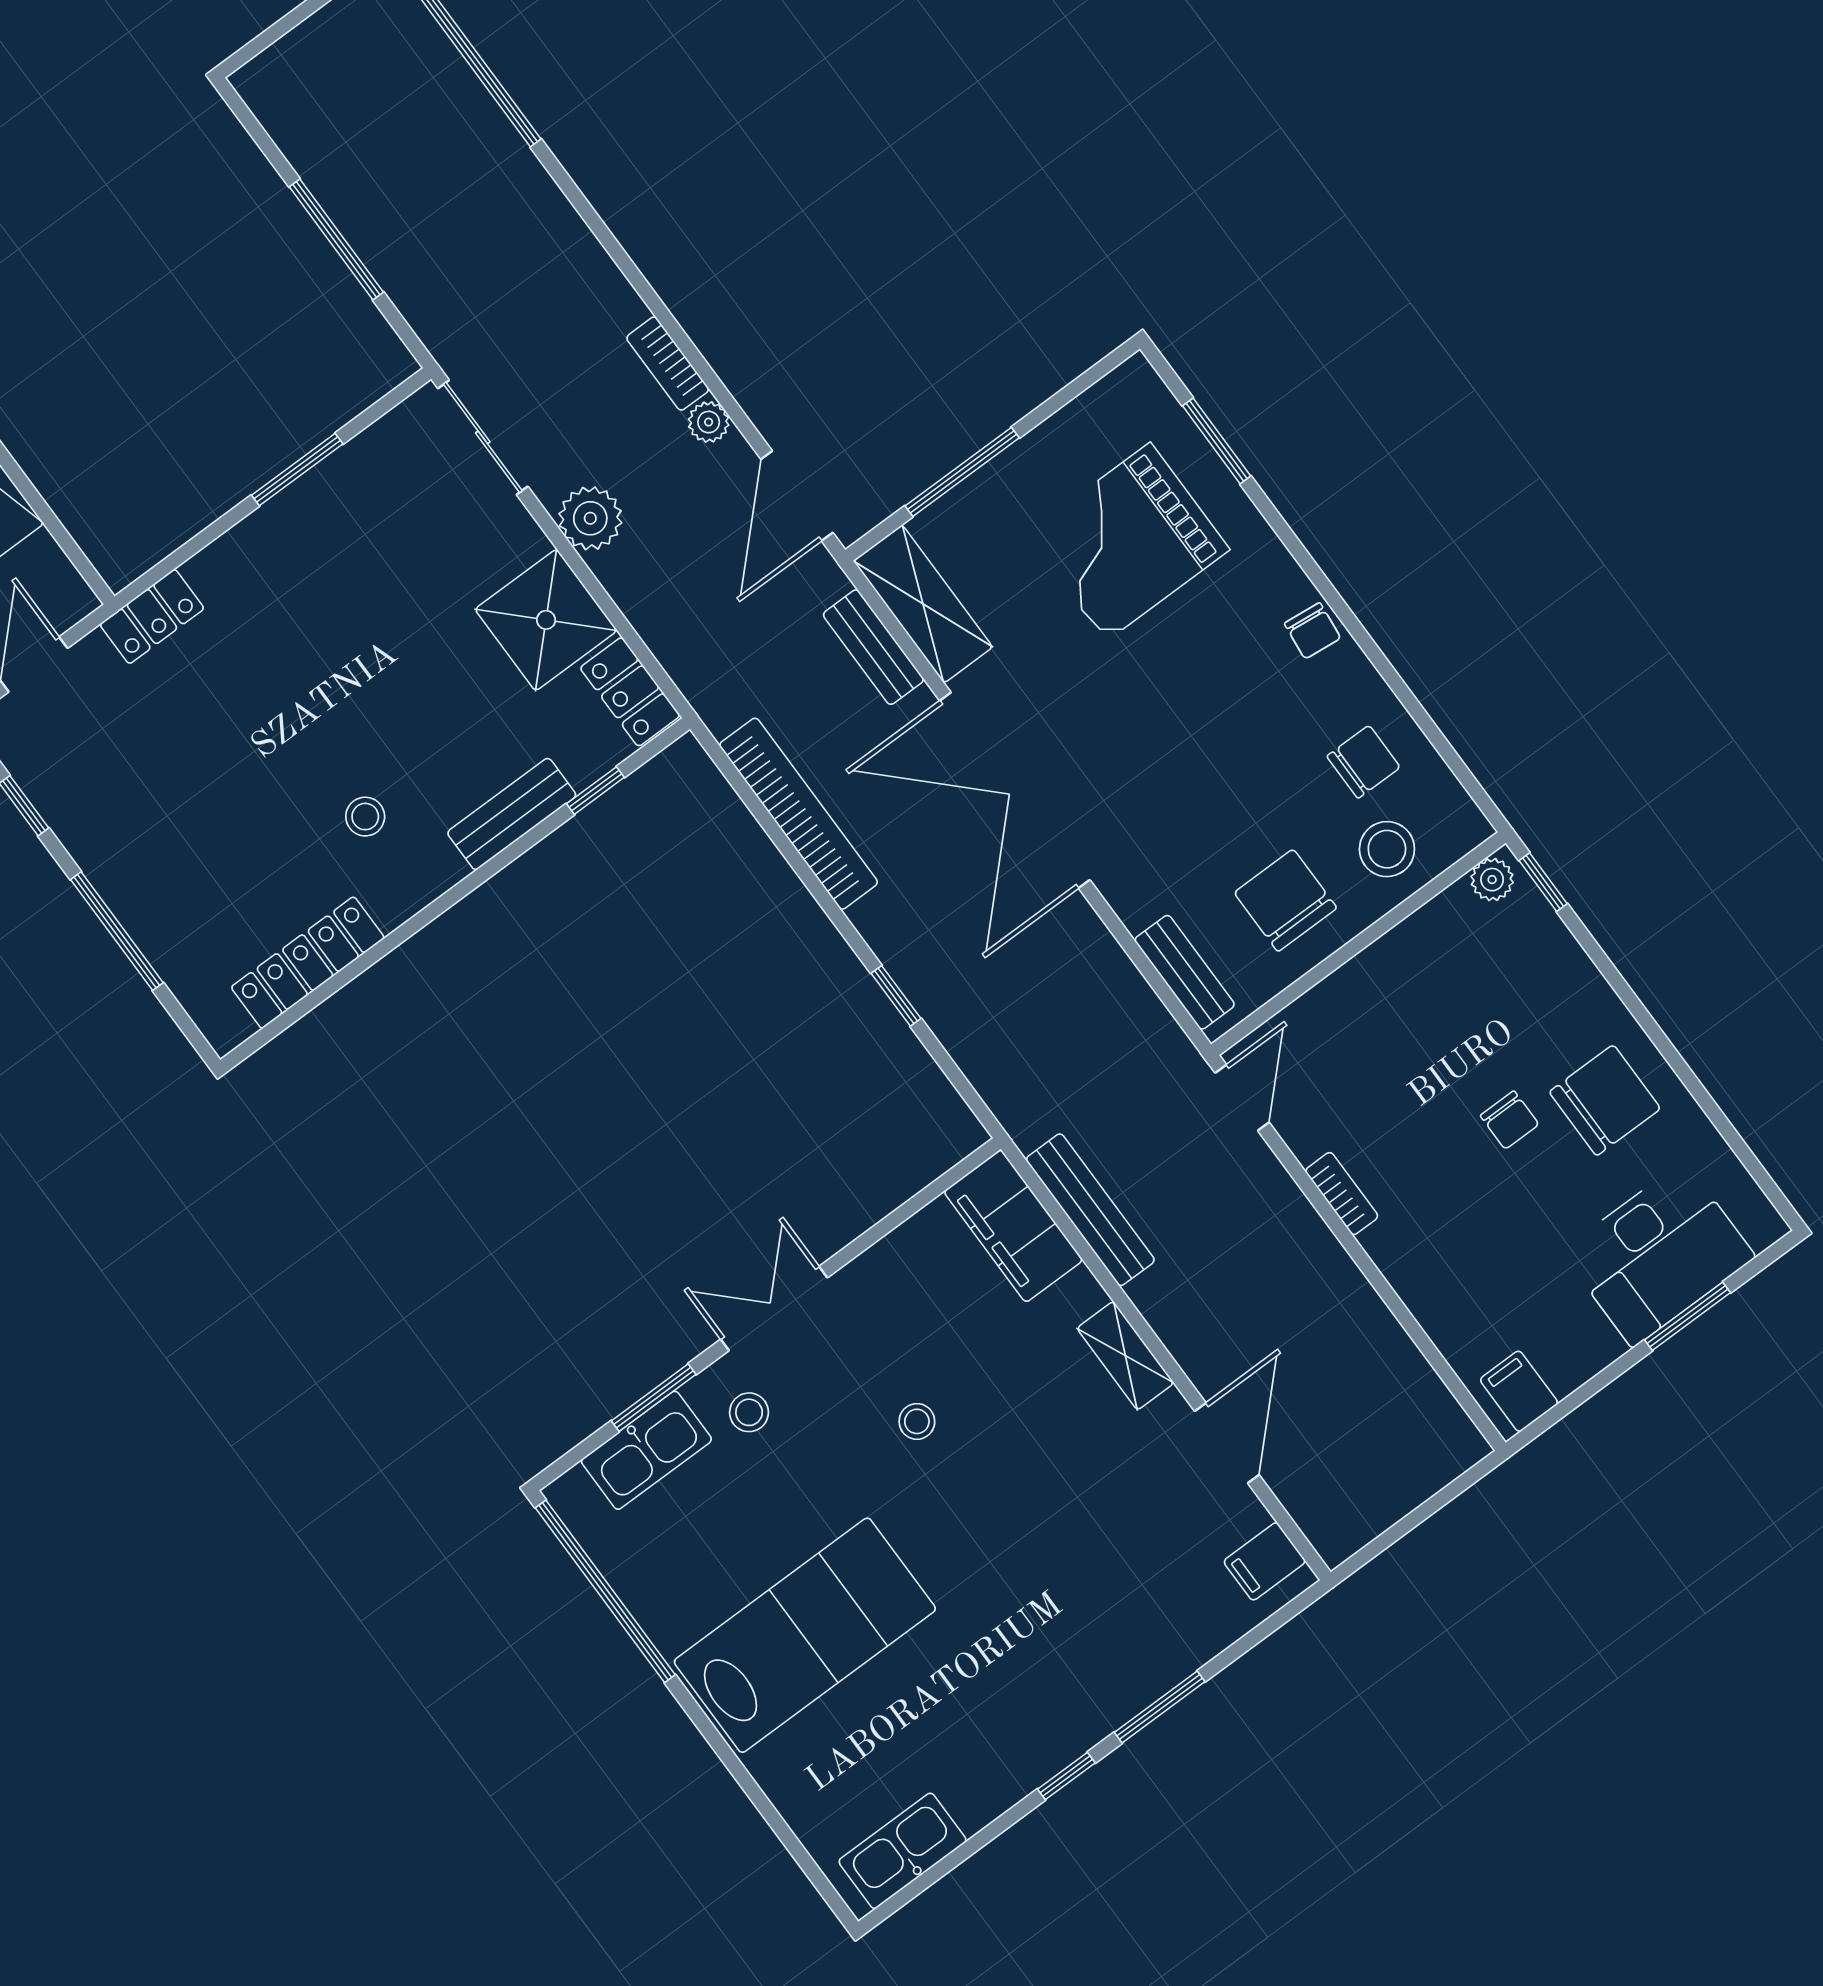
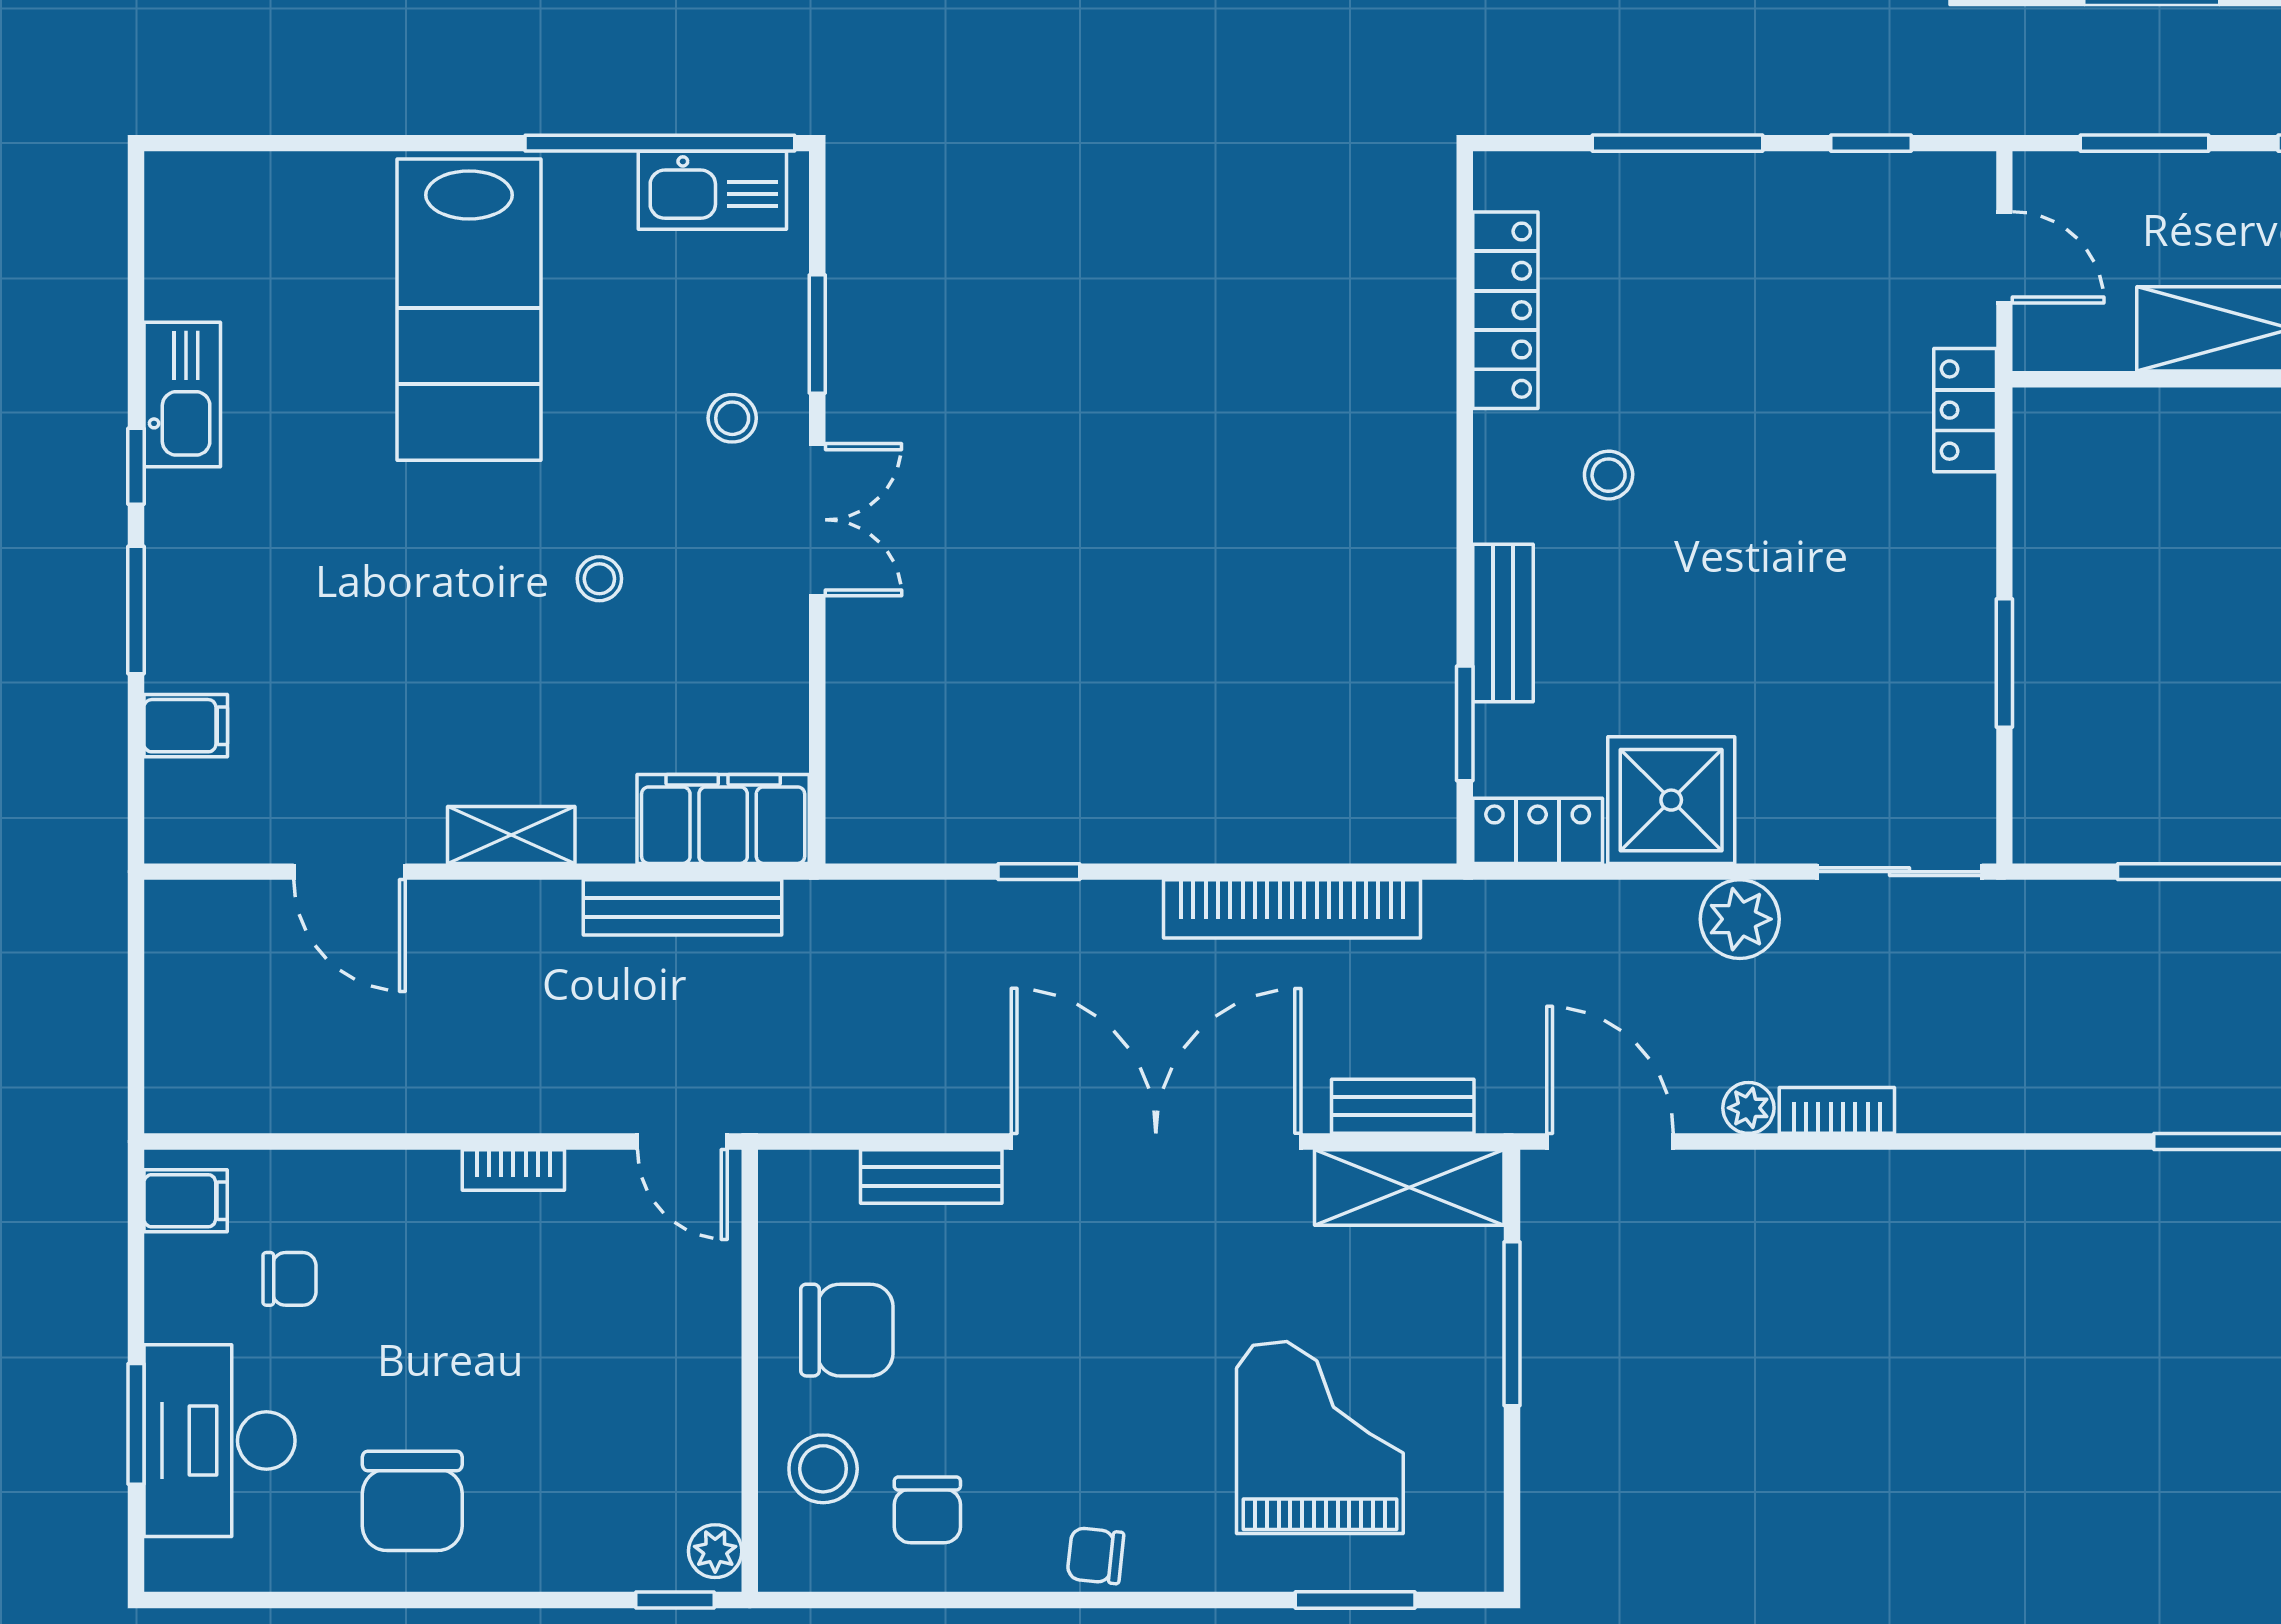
window: (595, 791) -> (1465, 723), width x1.50
bench: (1185, 972) -> (931, 1176), moved
chair: (1510, 1120) -> (289, 1279), moved, turned 180
kitchen sink: (646, 1450) -> (712, 190), moved, turned -90
filing cabinet: (1265, 1561) -> (186, 726), moved, turned 90
kitchen sink: (903, 1851) -> (182, 394), moved

